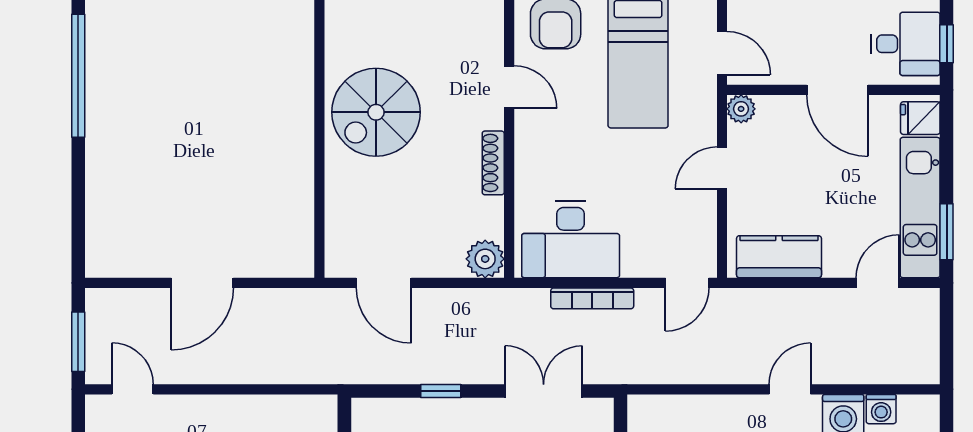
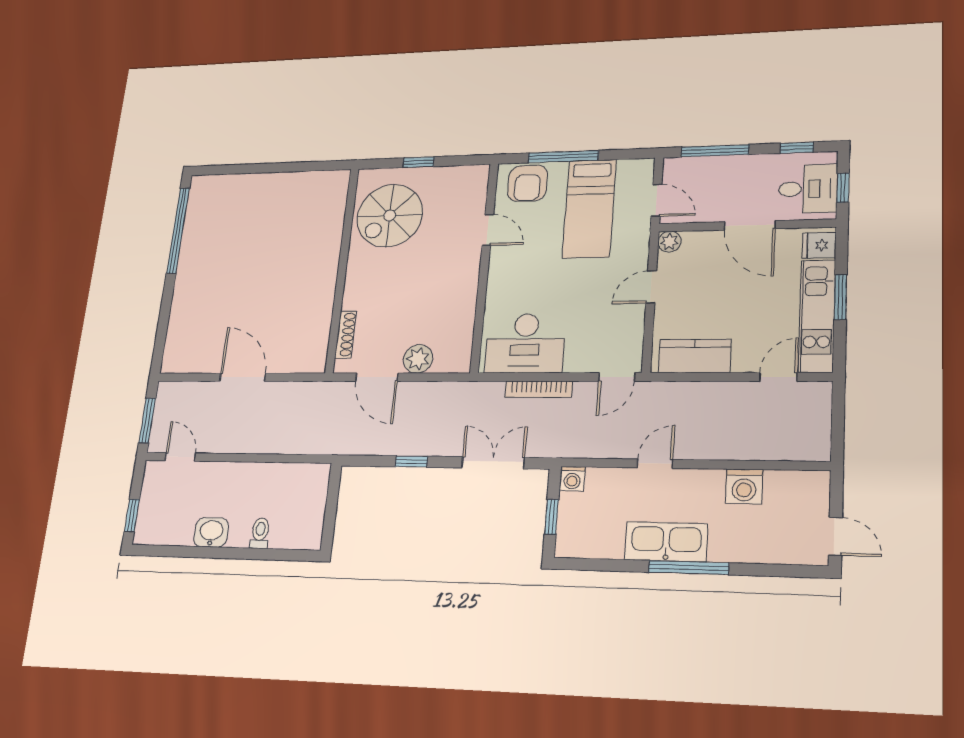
spiral stairs: (376, 112) -> (390, 216), moved
shoe rack: (493, 163) -> (346, 334), moved, turned 180
window: (947, 232) -> (841, 297), moved
plant: (485, 259) -> (418, 359), moved
door: (202, 283) -> (243, 377), swing flipped
door: (790, 389) -> (655, 464), moved
washing machine: (881, 409) -> (572, 479), moved

